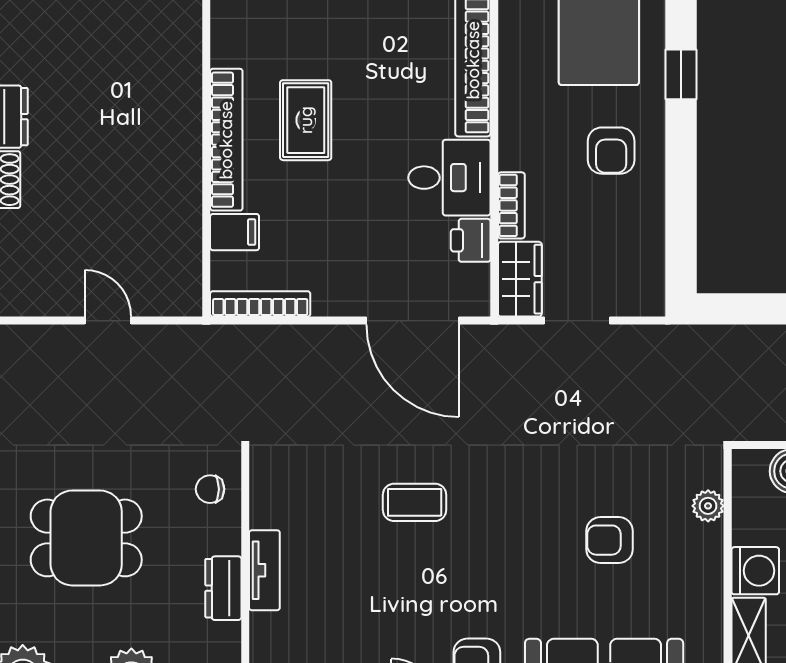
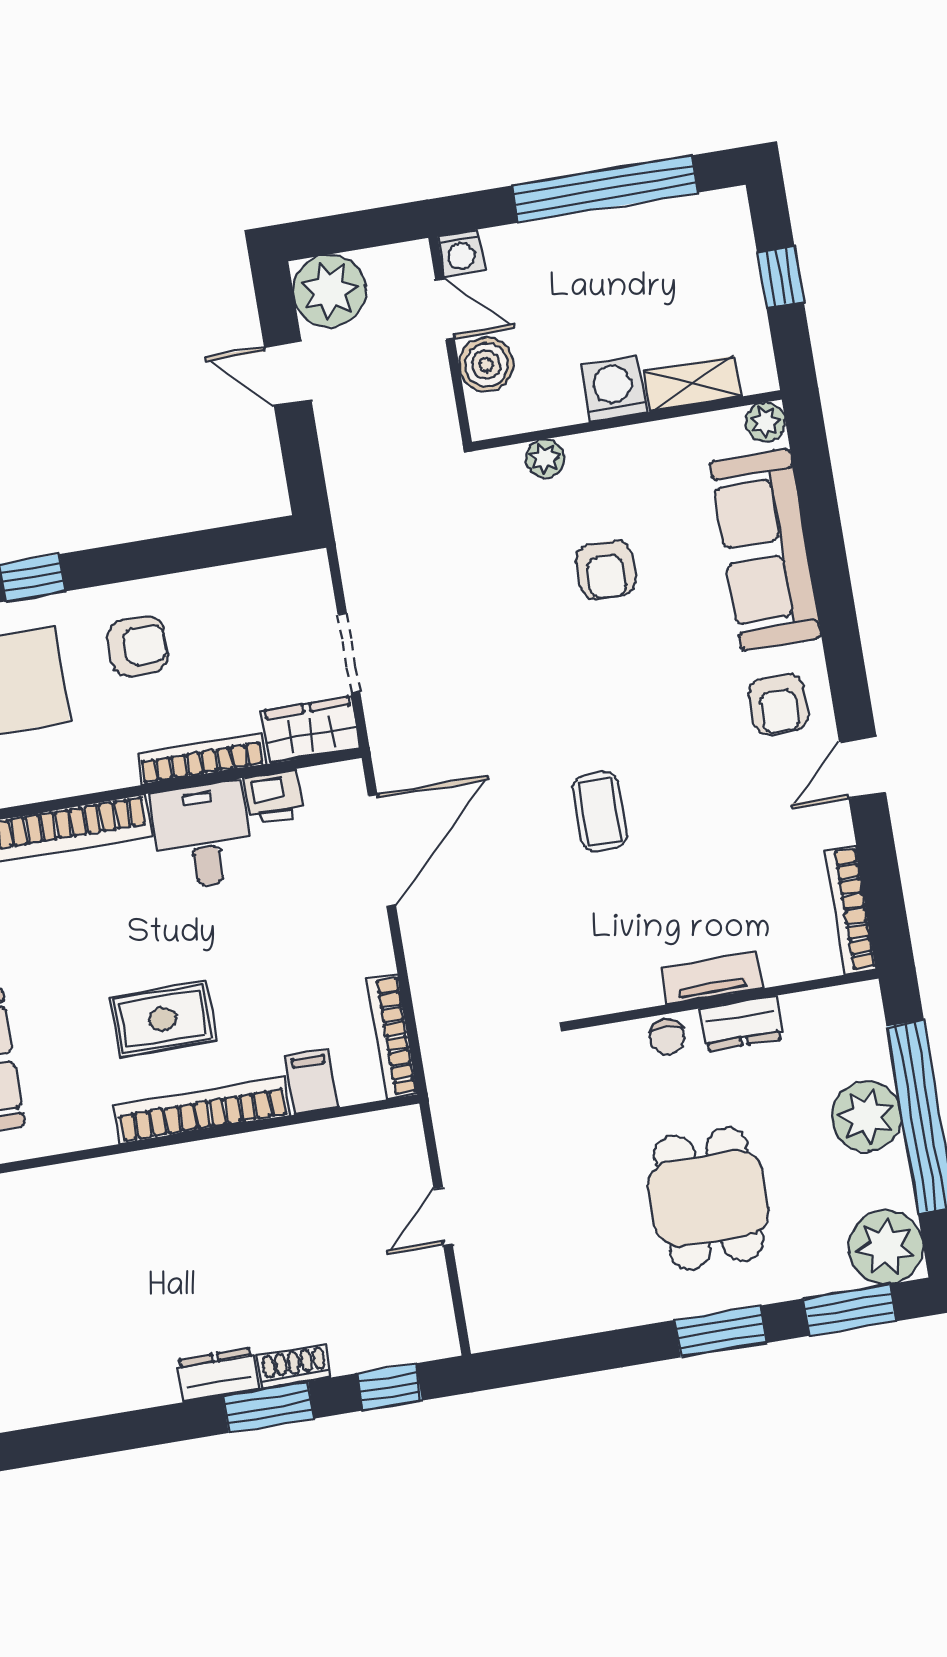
bookcase: (511, 205) -> (201, 759), width x1.56
chair: (210, 489) -> (667, 1037), moved

